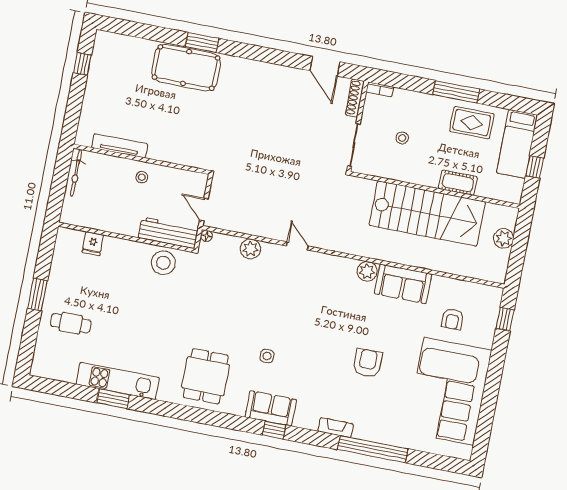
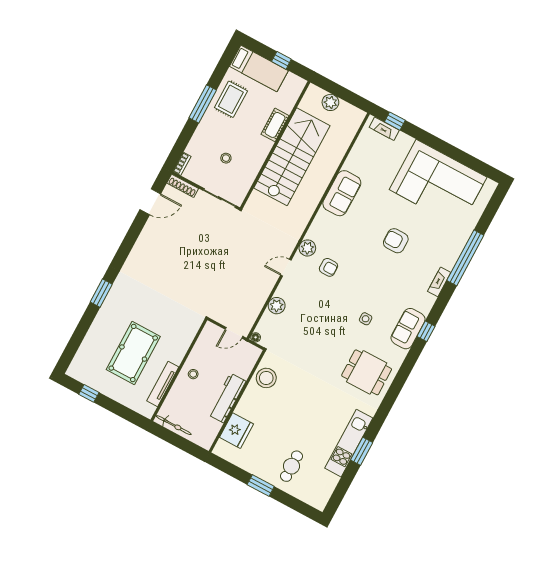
pool table: (186, 68) -> (133, 353), moved
workbench: (168, 233) -> (227, 398), moved
fridge: (93, 244) -> (236, 431), width x1.88, depth x1.34
plant: (367, 271) -> (307, 248), moved
fireplace: (492, 310) -> (384, 129), added
armchair: (453, 319) -> (328, 267), moved

